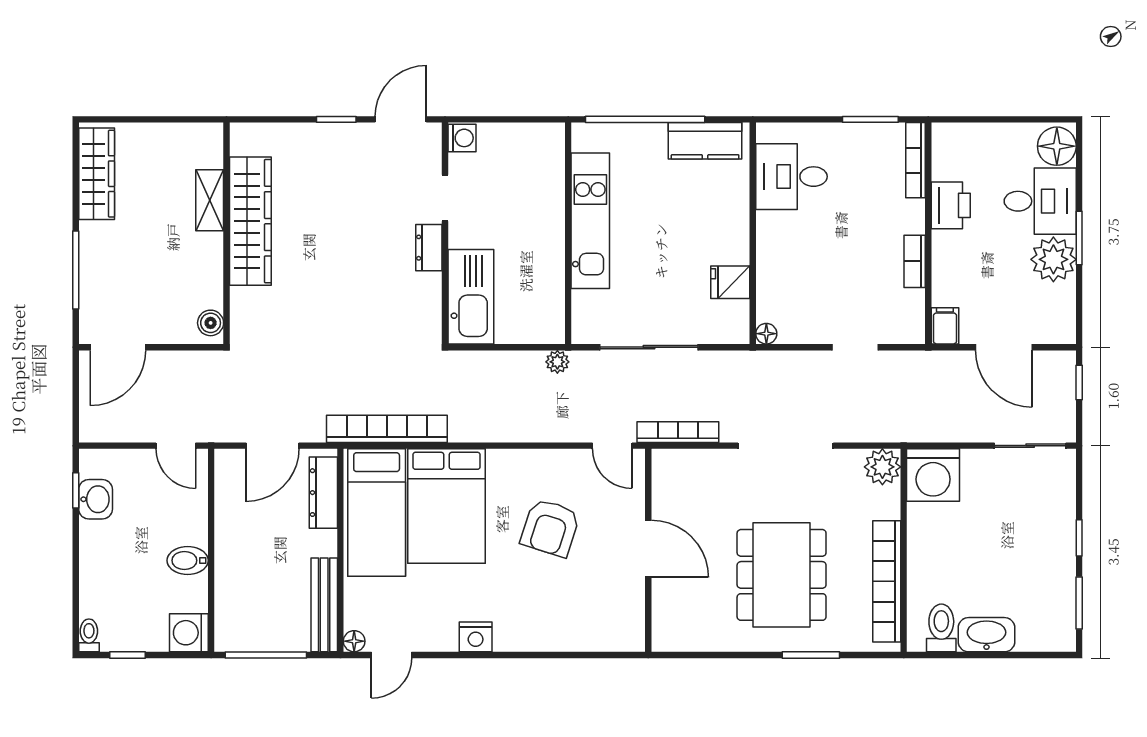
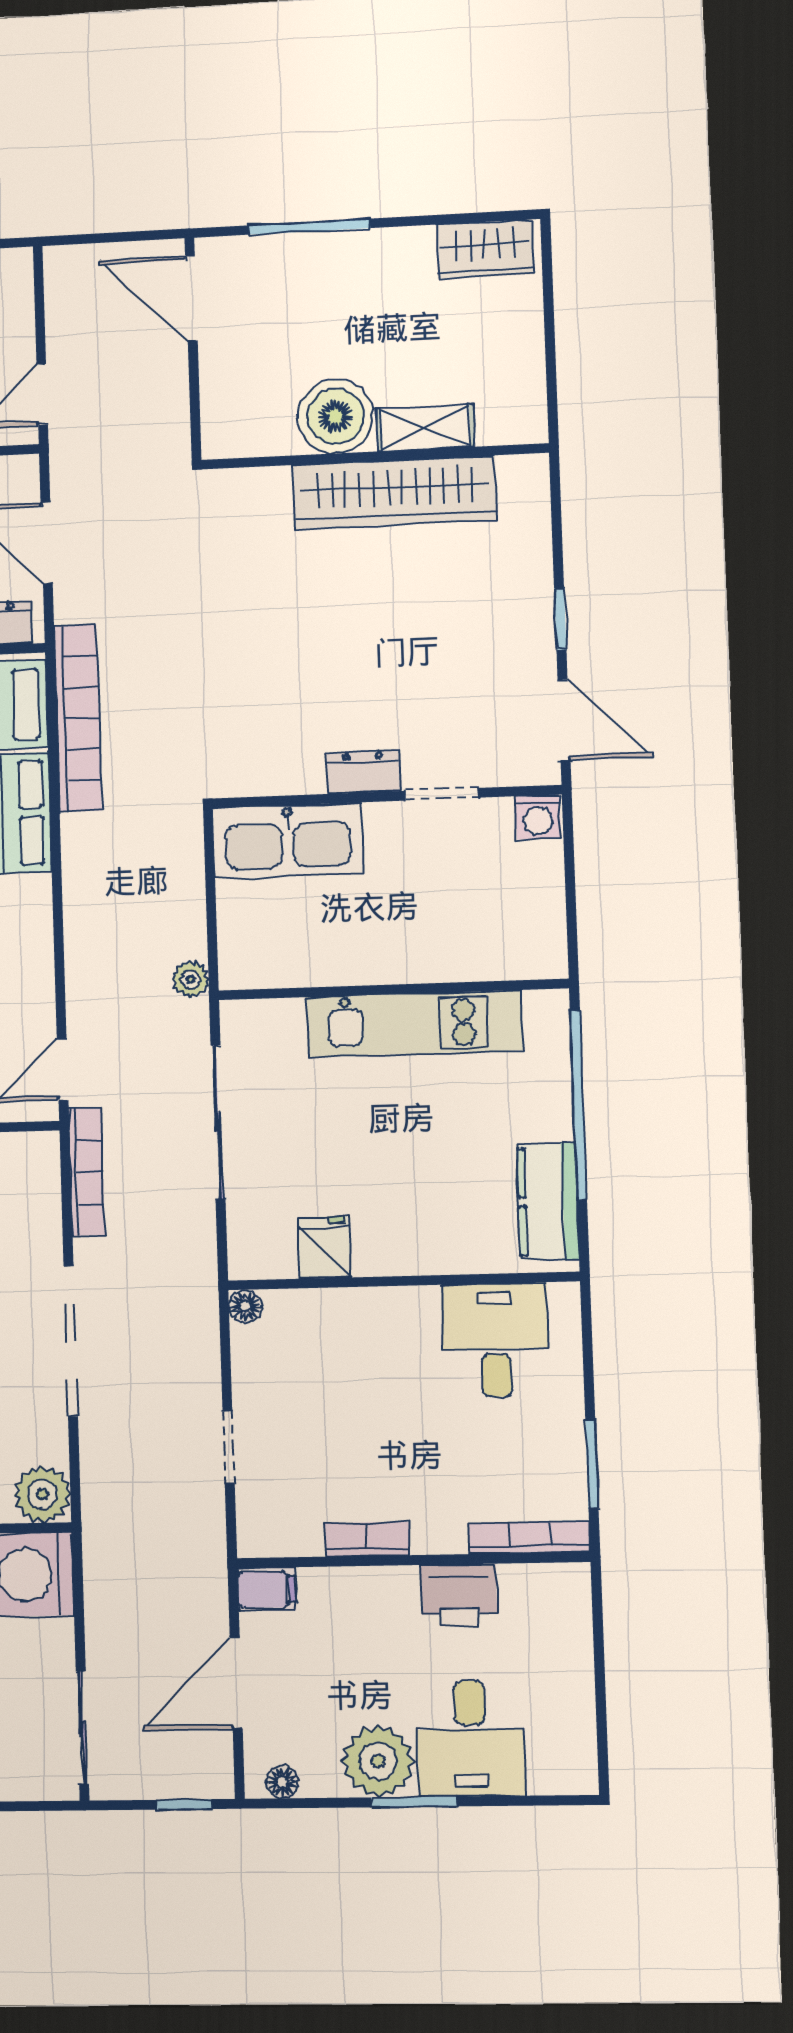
floor lamp: (1057, 146) -> (282, 1782), moved, width x0.53, depth x0.53
wardrobe: (97, 174) -> (485, 249), width x0.67
boiler: (211, 323) -> (335, 416), moved, width x1.86, depth x1.86

